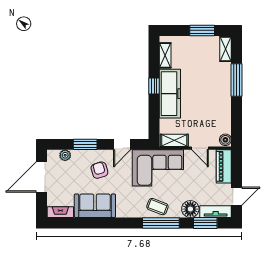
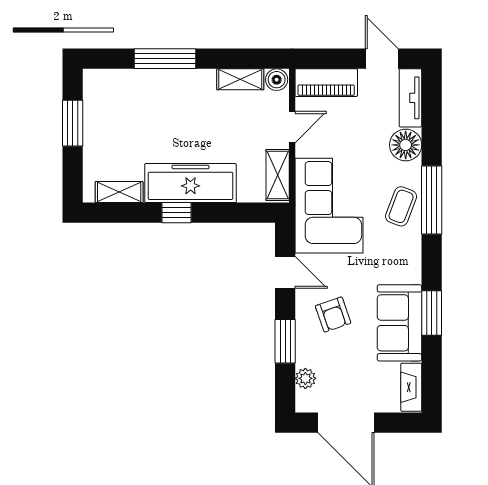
shelving: (226, 49) -> (240, 79), moved
armchair: (99, 170) -> (333, 315), turned -92
window: (205, 223) -> (432, 313), moved

